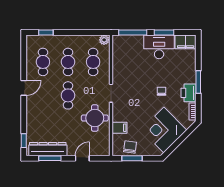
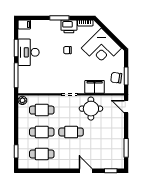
filing cabinet: (186, 42) -> (24, 24), width x0.50
door: (24, 88) -> (86, 171), moved
filing cabinet: (120, 128) -> (95, 87), width x2.00
dresser: (48, 149) -> (118, 150), removed
door: (82, 158) -> (126, 107), moved

